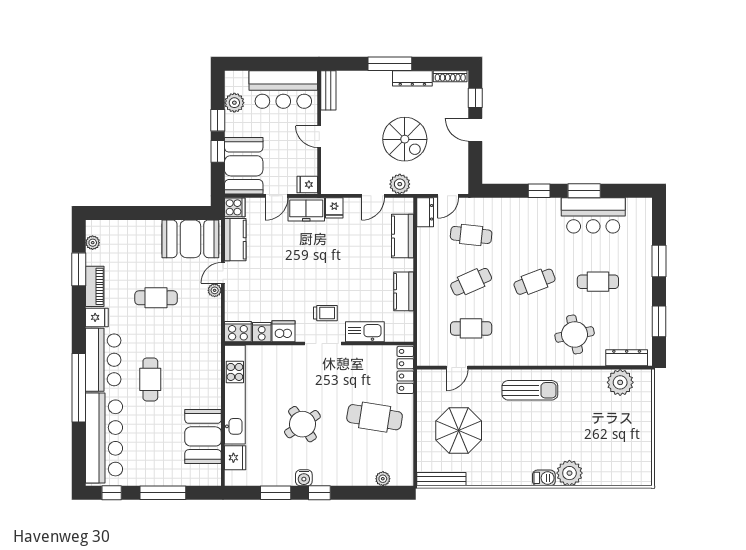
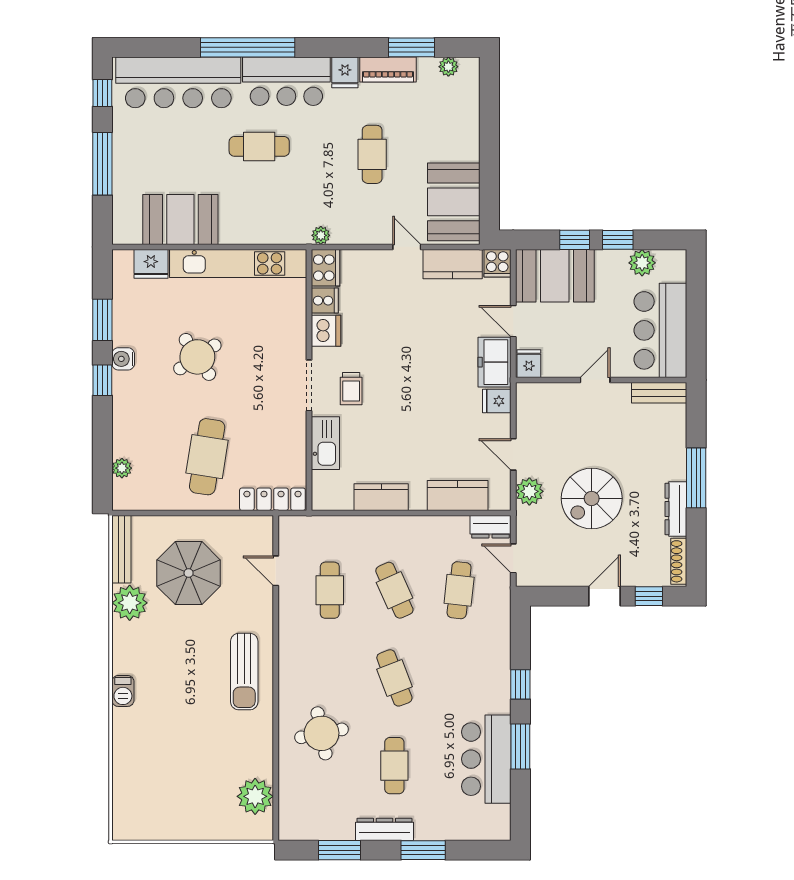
plant: (215, 290) -> (321, 235), moved
dresser: (627, 358) -> (384, 829), moved, turned -90
plant: (569, 473) -> (130, 603), moved

